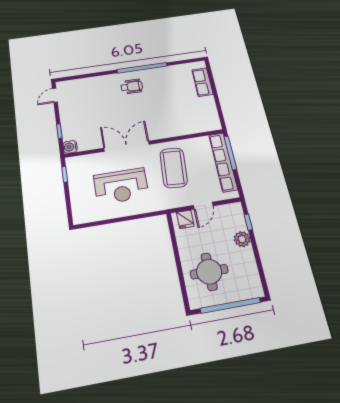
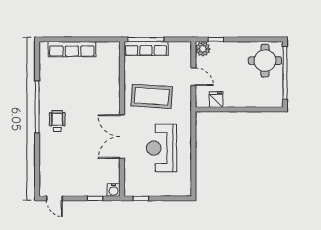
row of seats: (203, 82) -> (72, 49), width x1.48
row of seats: (223, 162) -> (146, 49), width x0.73
reception desk: (121, 186) -> (162, 148), turned 180
fridge: (185, 219) -> (216, 100), moved, turned -90
plant: (242, 239) -> (203, 49), moved
round table: (209, 272) -> (265, 61), moved

